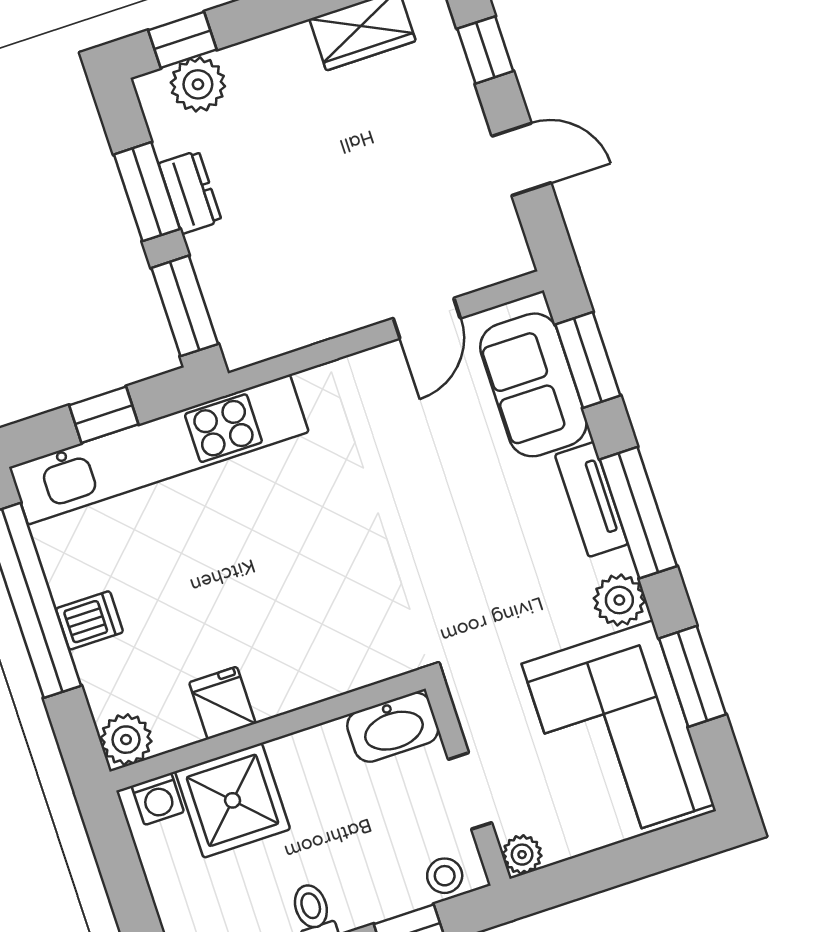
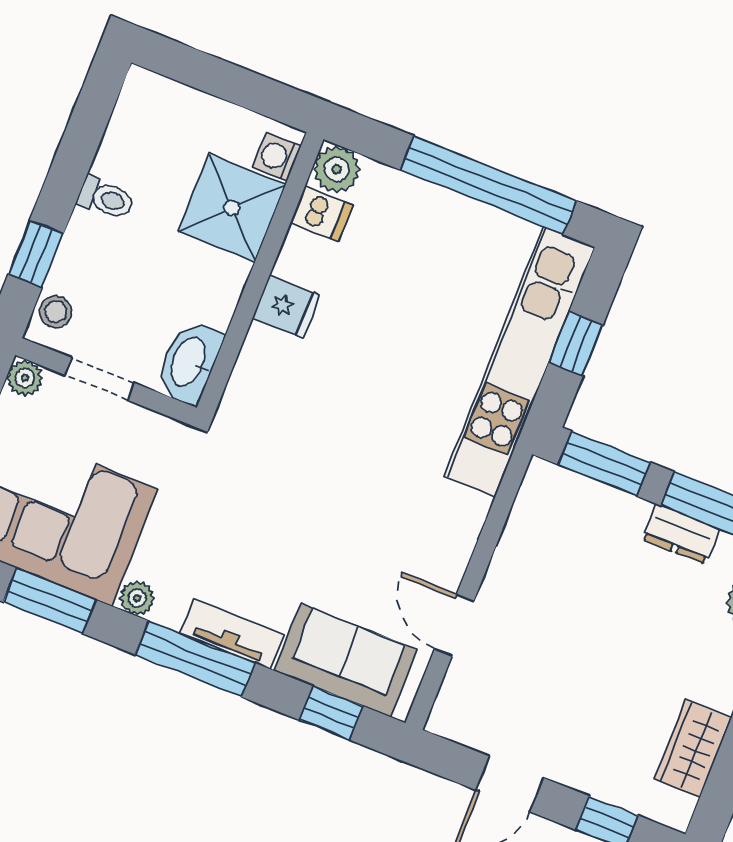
window: (588, 360) -> (331, 713), width x0.67
plant: (619, 600) -> (137, 598), width x0.73, depth x0.73
dishwasher: (89, 620) -> (322, 214), moved, turned -90
fridge: (222, 703) -> (286, 307), moved

